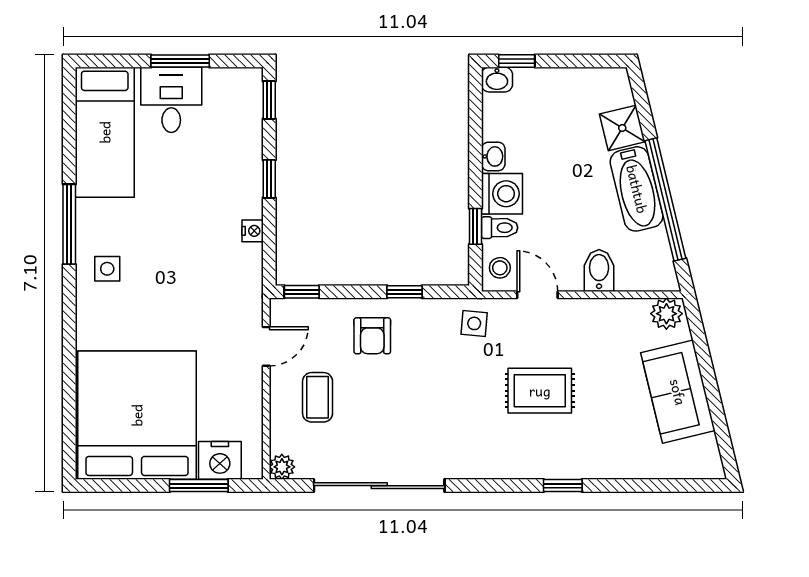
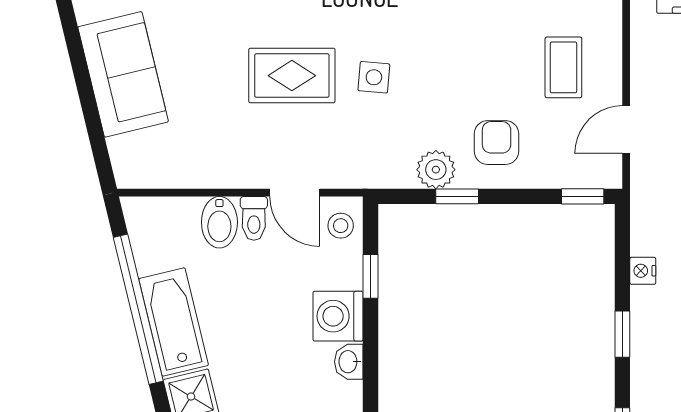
toilet: (500, 228) -> (254, 218), moved, turned -90
plant: (666, 314) -> (436, 170), moved
side table: (474, 323) -> (374, 77), moved

